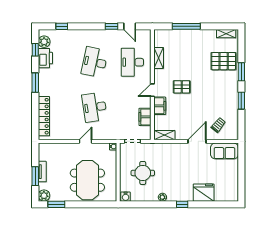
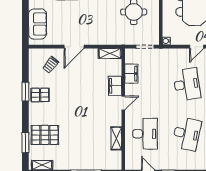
window: (241, 72) -> (25, 143), moved
pallet: (182, 87) -> (40, 95), moved
sofa: (224, 151) -> (38, 24), moved, turned 90

